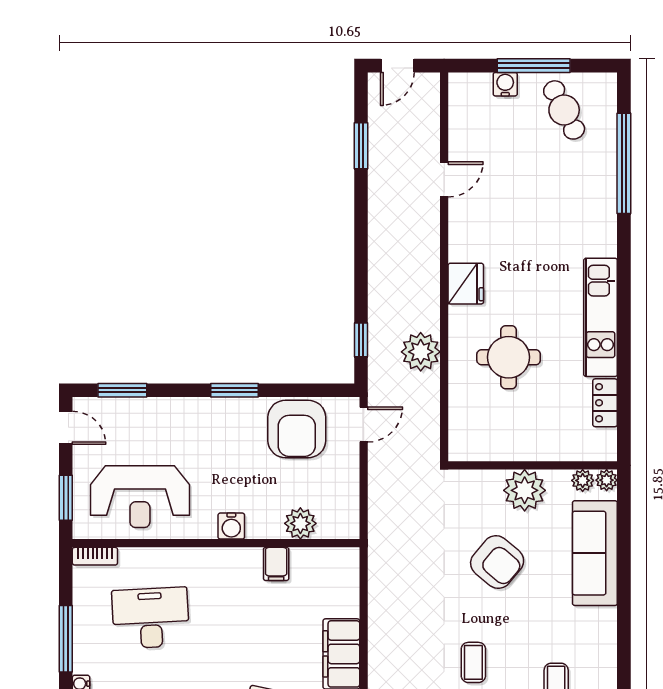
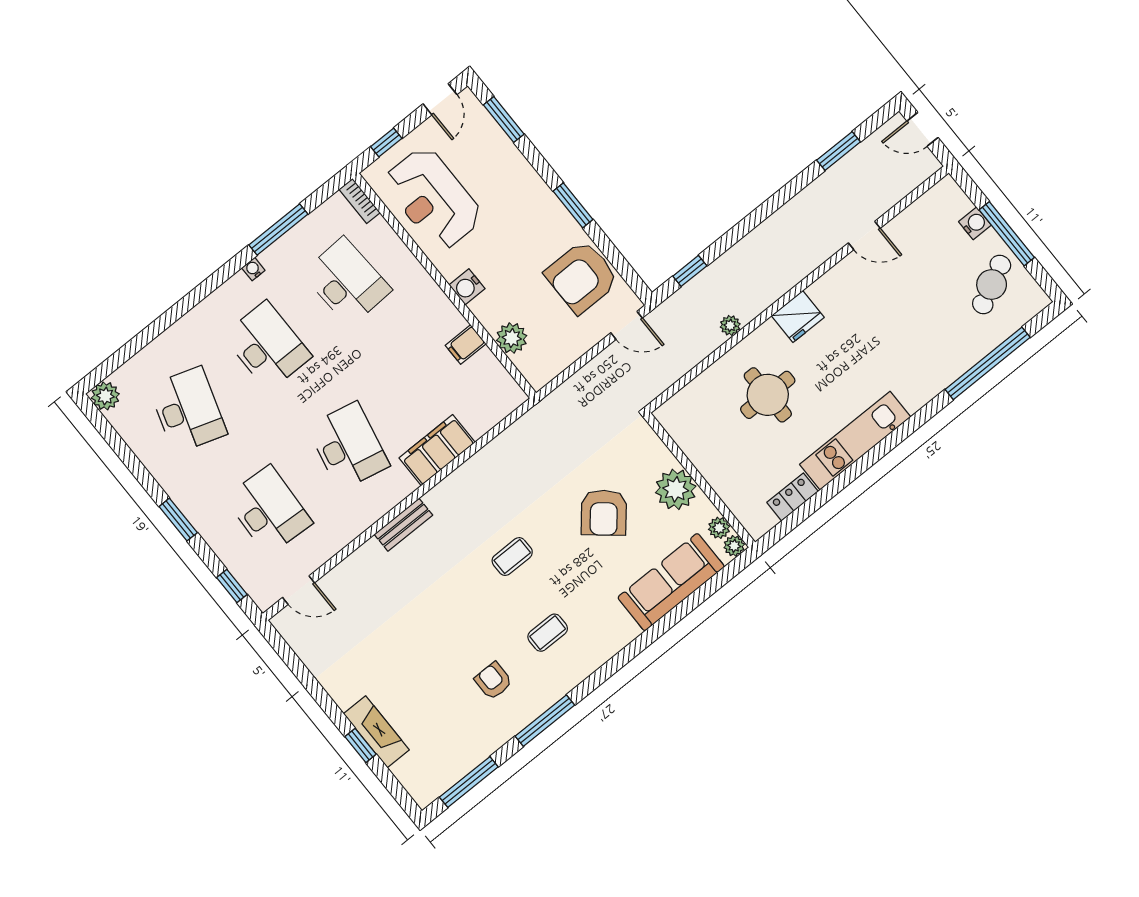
plant: (421, 352) -> (730, 325), width x0.53, depth x0.53
window: (66, 498) -> (386, 142), width x0.67

